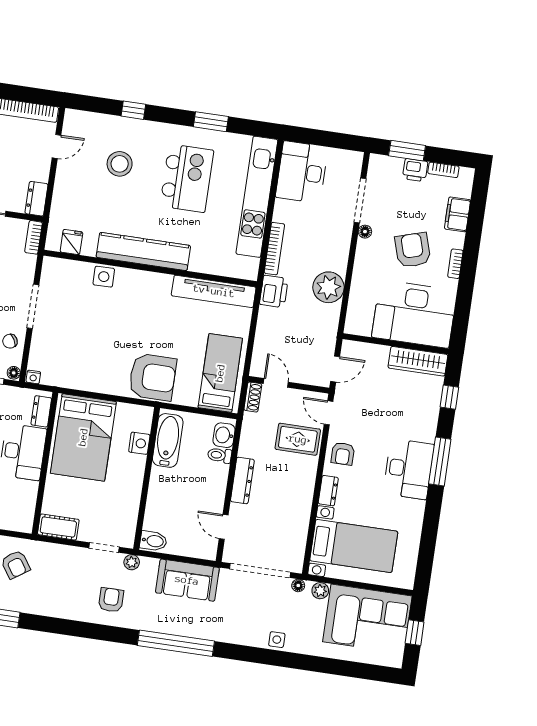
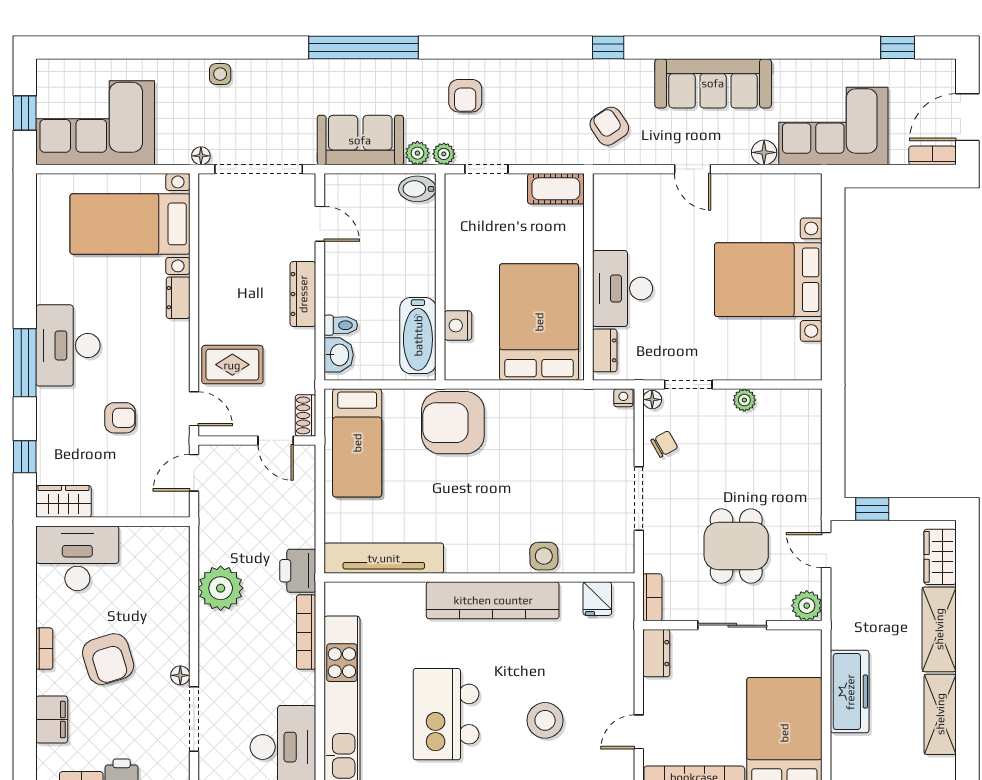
desk: (414, 314) -> (77, 558), width x0.73, depth x0.77
wardrobe: (418, 361) -> (64, 501), width x0.67
armchair: (343, 454) -> (120, 418), moved, turned 90
plant: (320, 591) -> (417, 153), moved

